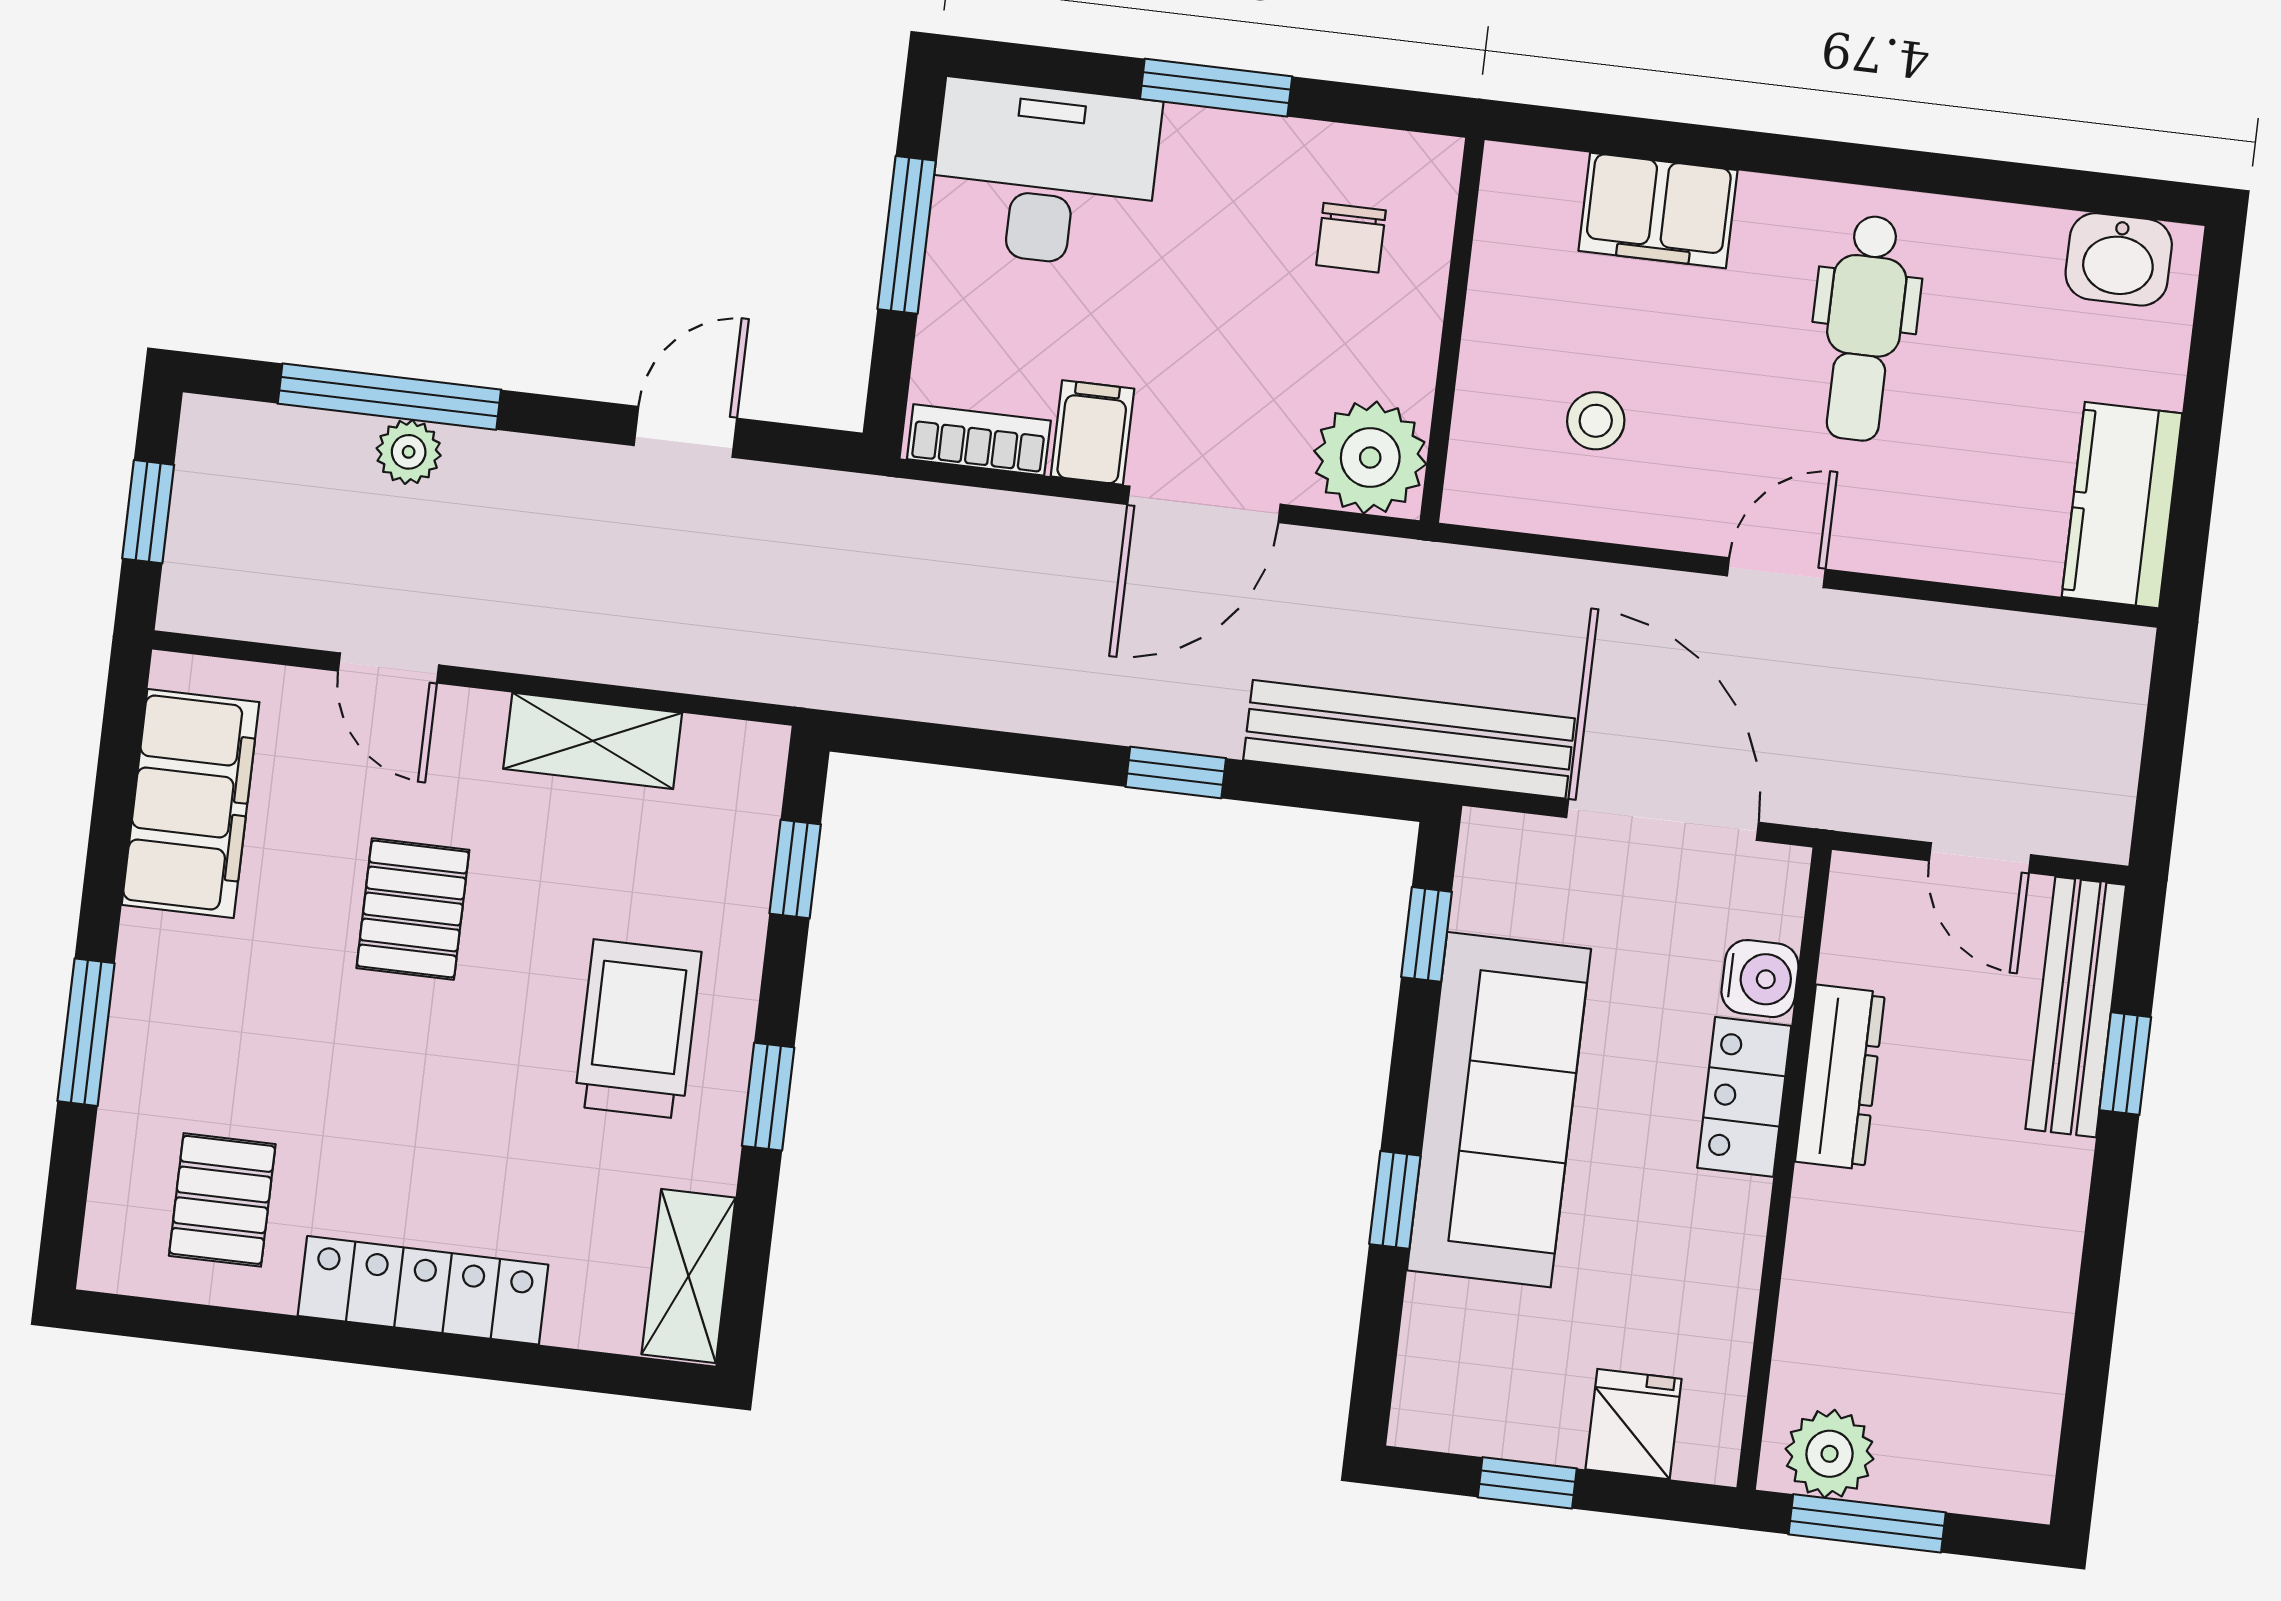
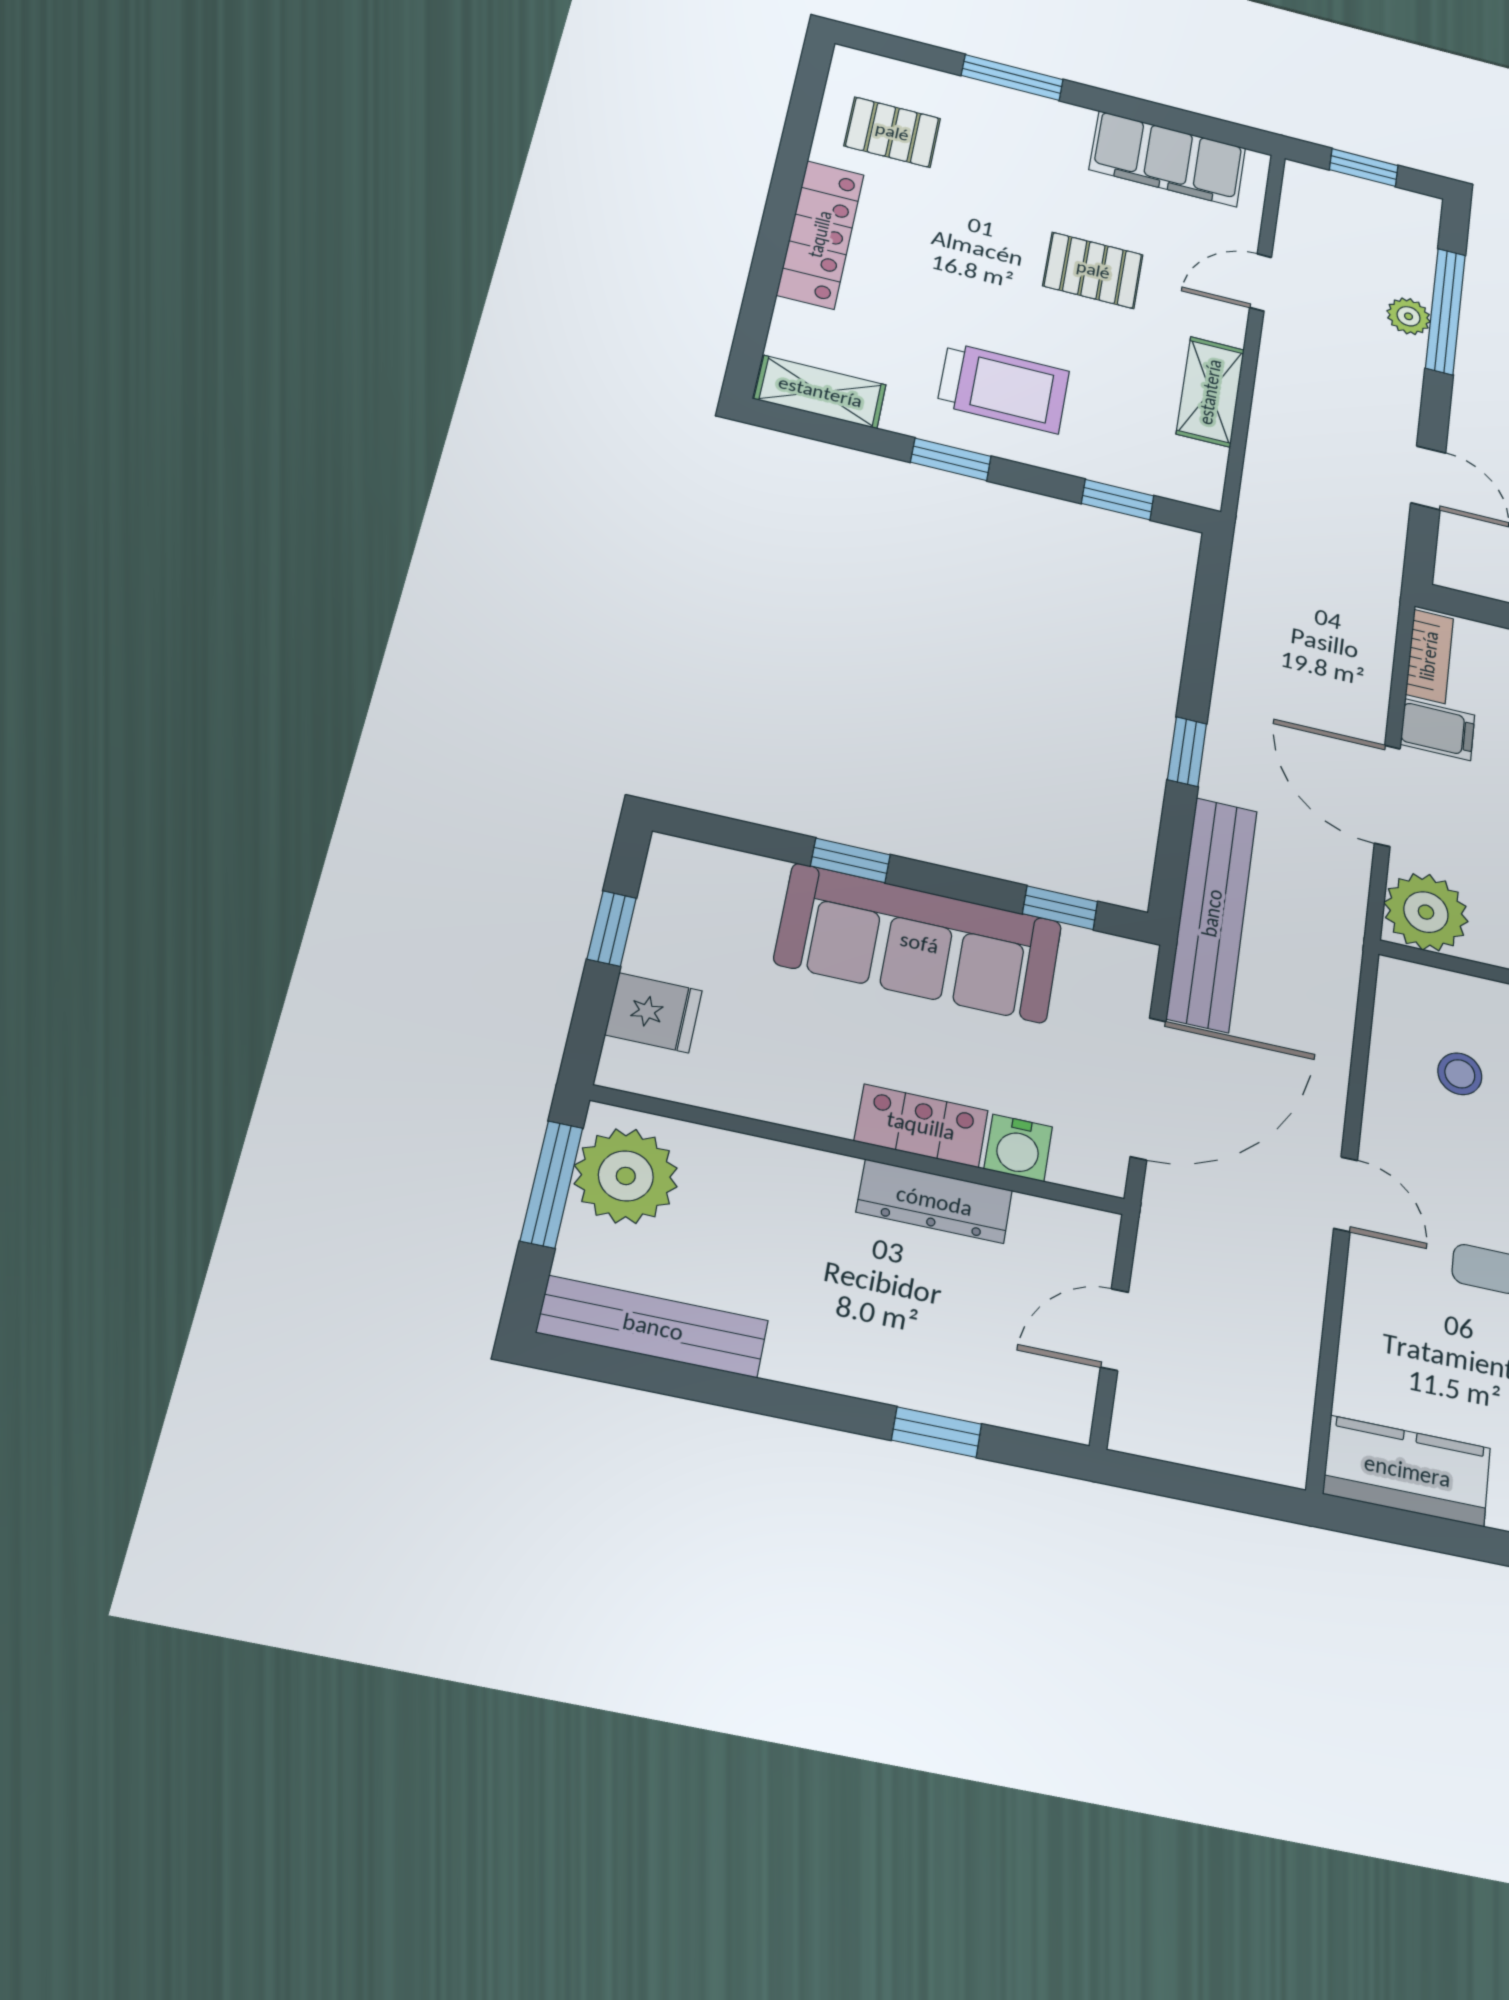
bench: (2076, 1007) -> (653, 1327), moved
plant: (1830, 1454) -> (626, 1176), width x1.36, depth x1.36

